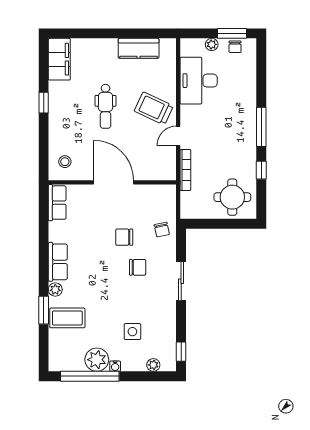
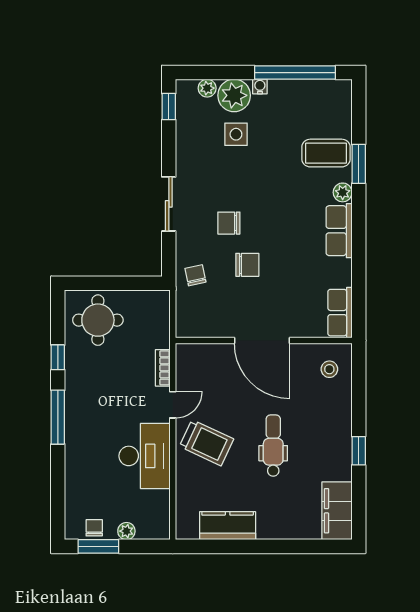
desk: (199, 81) -> (145, 456), moved
bookcase: (185, 170) -> (163, 368), width x0.64
plant: (97, 360) -> (234, 95), moved

